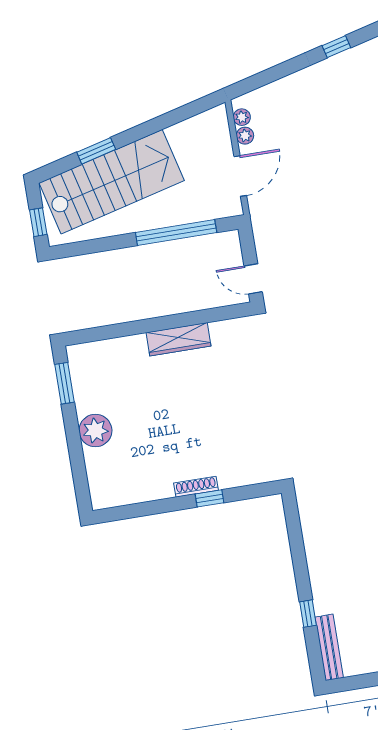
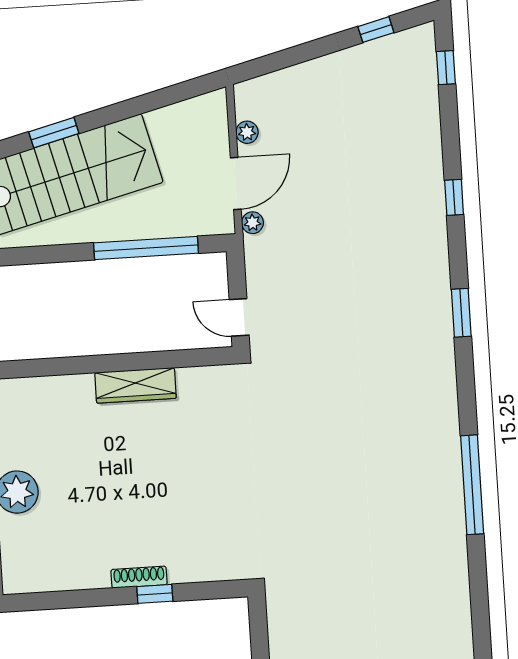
plant: (242, 117) -> (252, 223), moved

